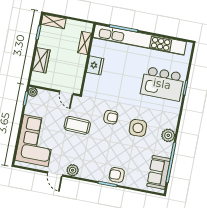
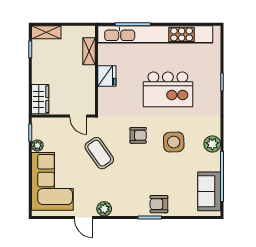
wardrobe: (41, 60) -> (40, 99), moved
kitchen island: (162, 84) -> (168, 89), moved
plant: (33, 92) -> (37, 145), moved
coffee table: (77, 125) -> (99, 153), turned 53

